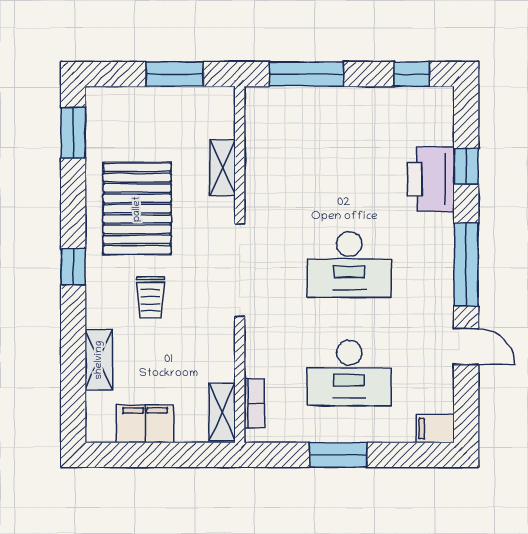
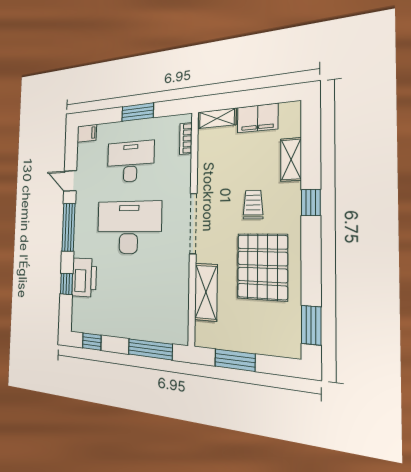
shelving: (223, 168) -> (206, 292), width x1.50, depth x1.33
desk: (349, 264) -> (129, 227), width x1.36, depth x1.30
window: (73, 267) -> (311, 203), moved
shelving: (222, 412) -> (217, 118), moved, turned 90

